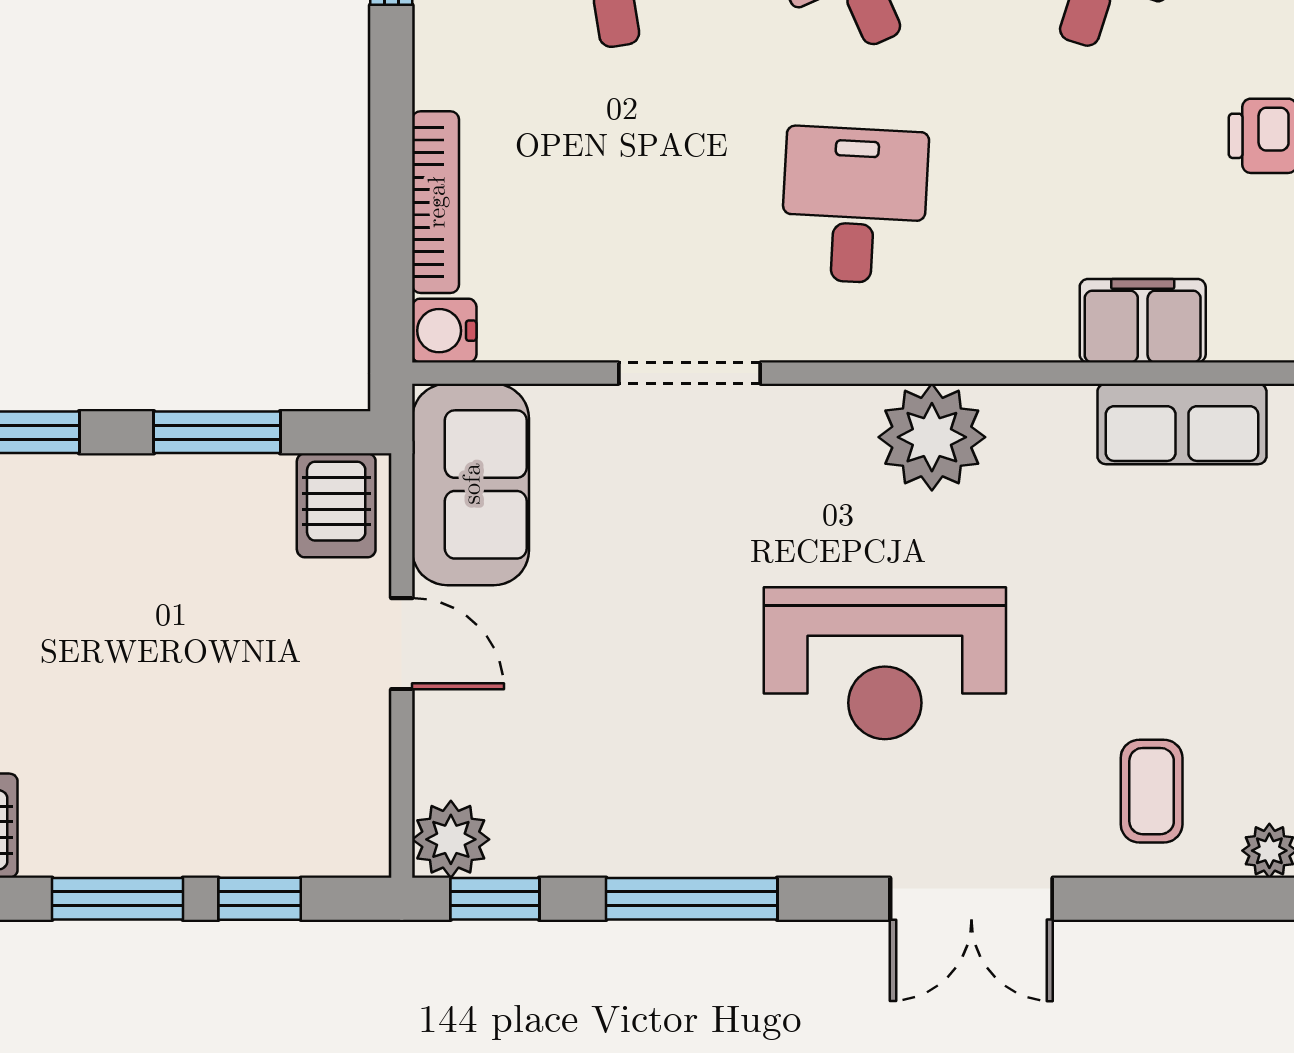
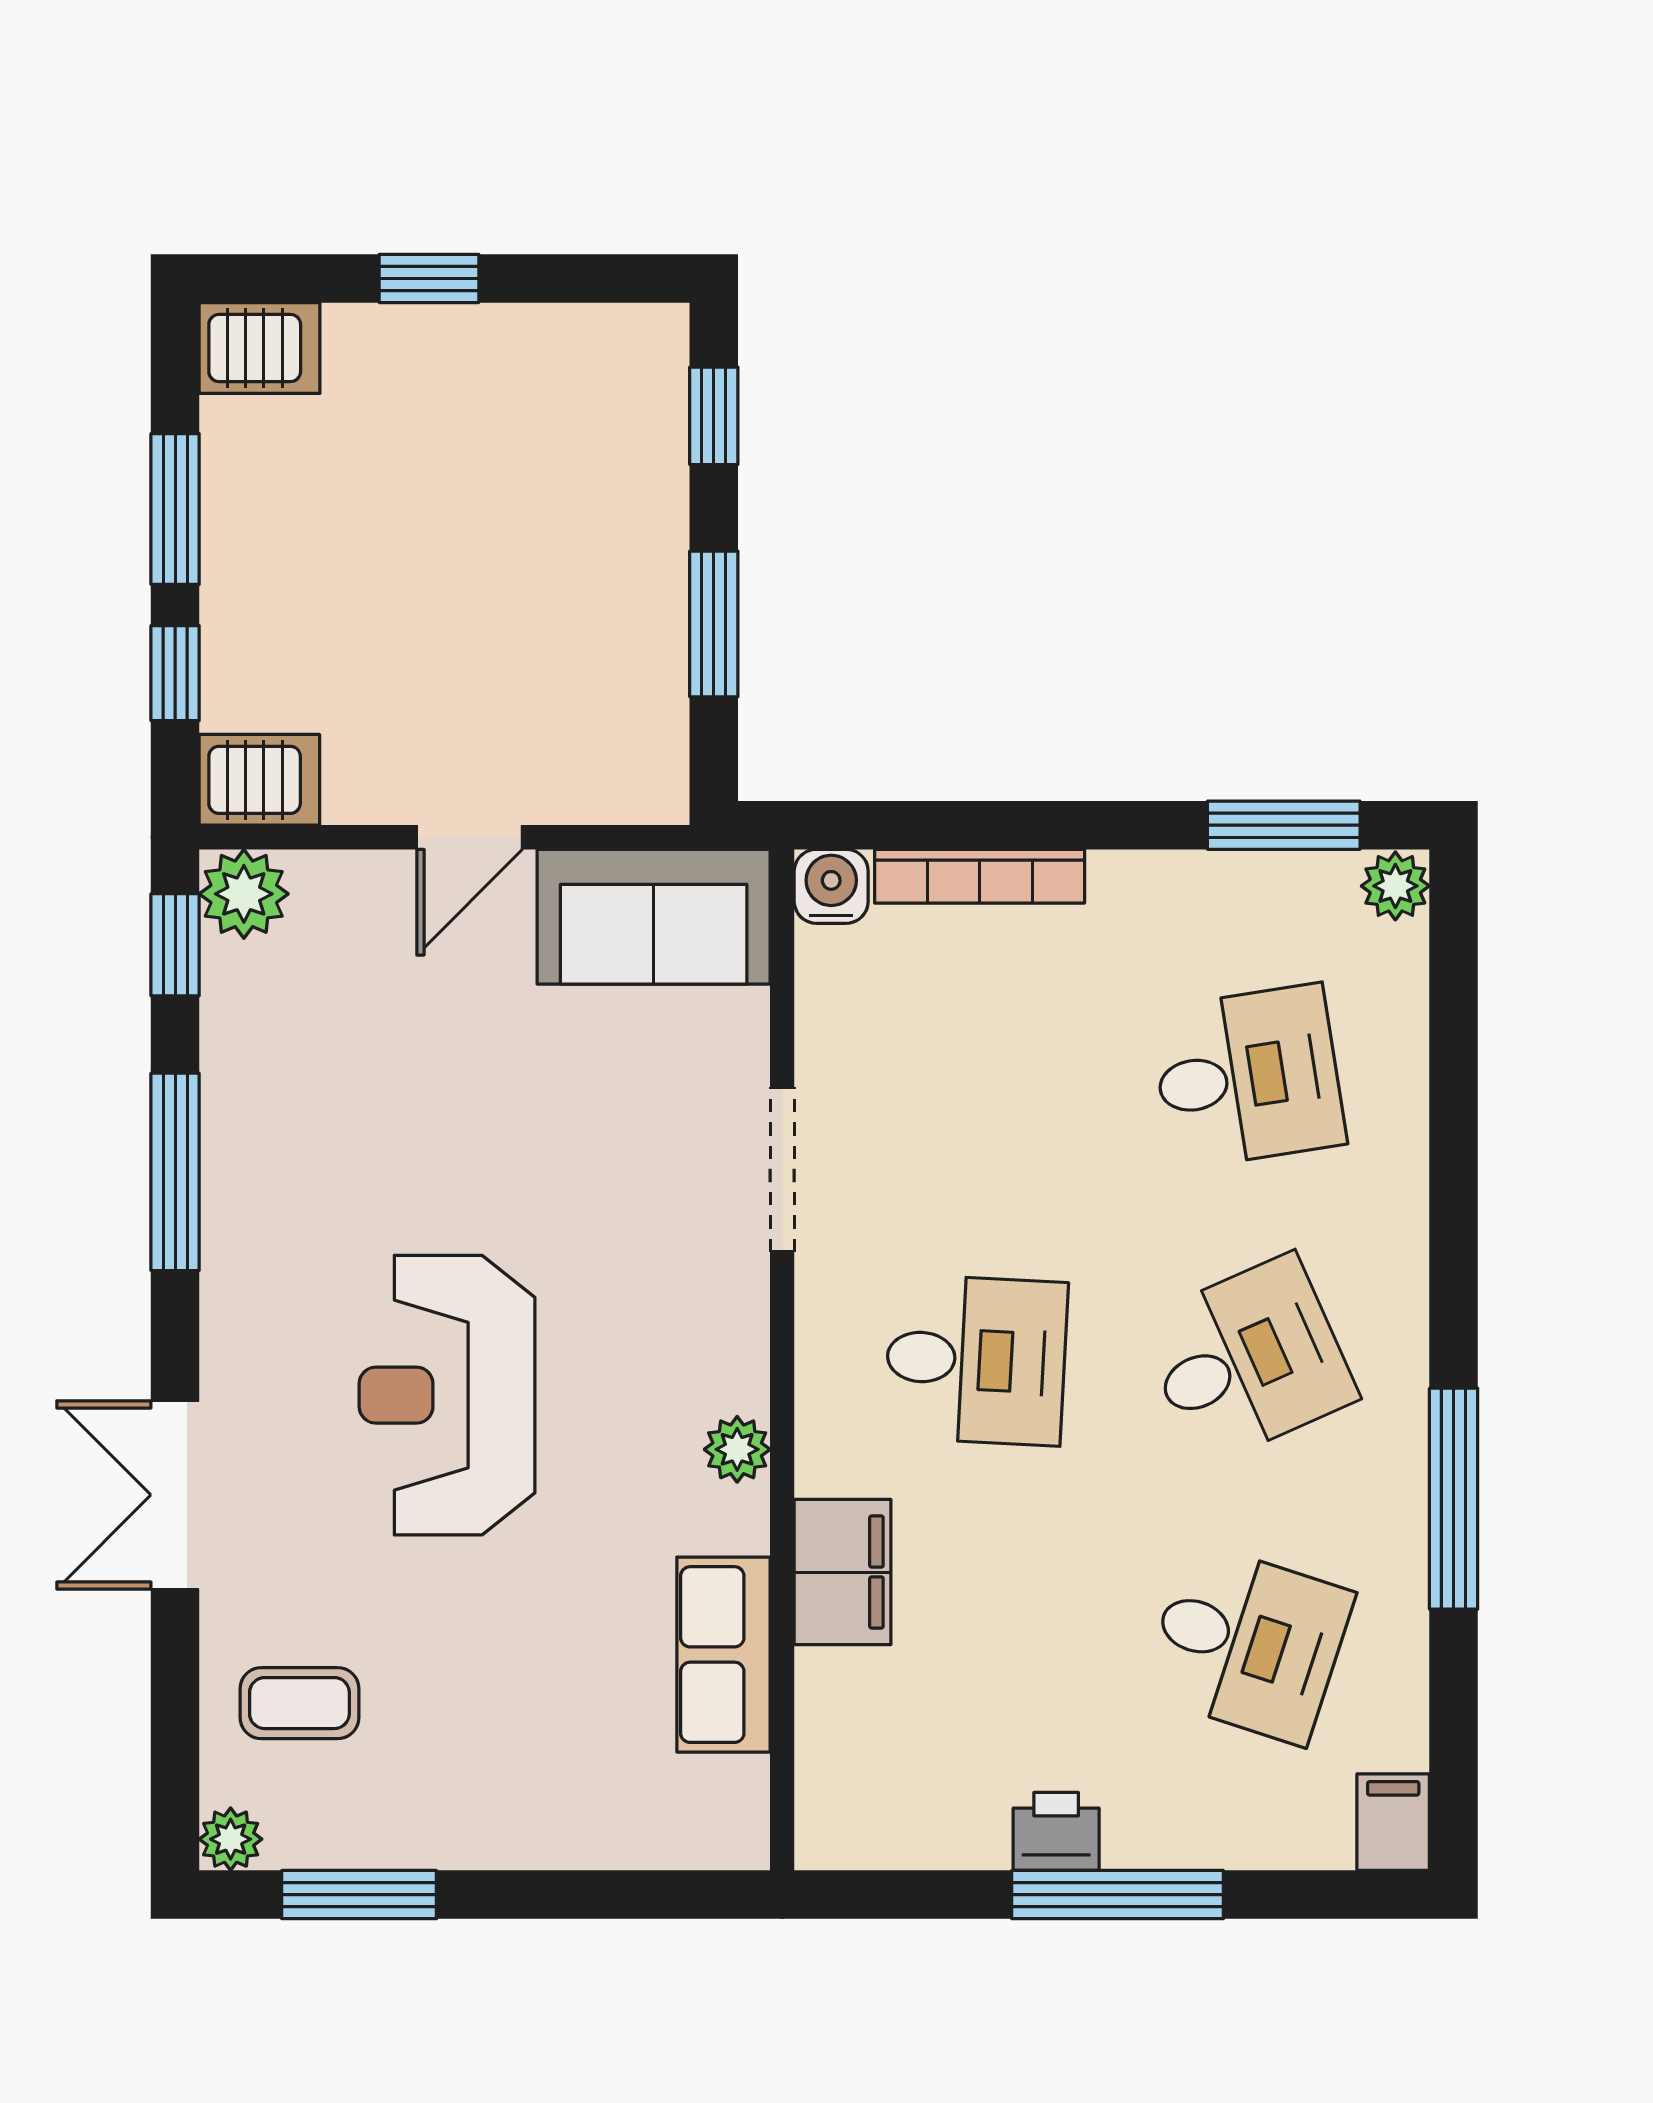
filing cabinet: (1143, 321) -> (843, 1572), moved
row of seats: (1182, 424) -> (723, 1655), moved
plant: (932, 437) -> (737, 1449), width x0.53, depth x0.53
server rack: (336, 505) -> (259, 780), moved, turned 180

